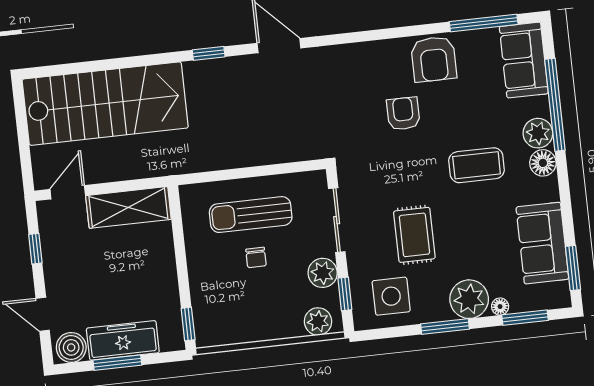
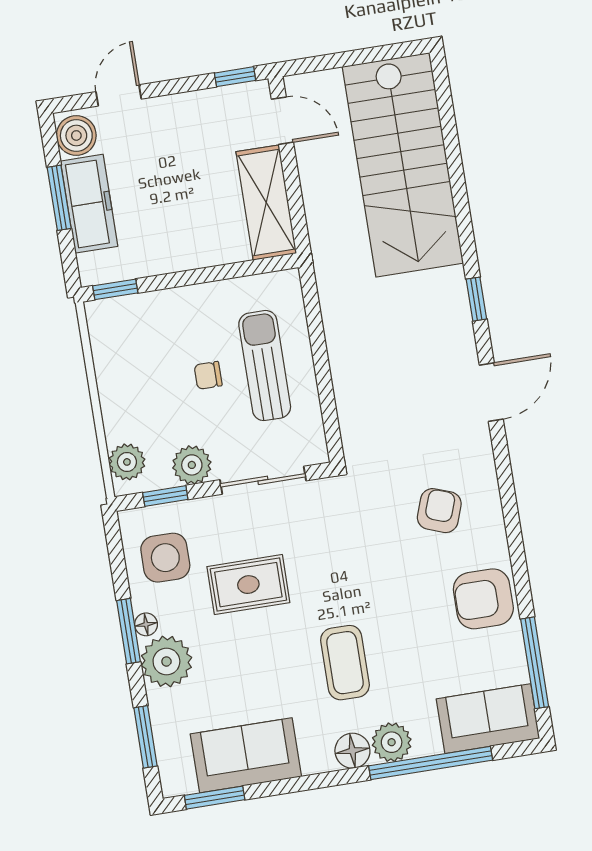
armchair: (403, 114) -> (439, 511), moved, turned -70
window: (35, 249) -> (235, 77), moved
floor lamp: (500, 307) -> (146, 624), moved

